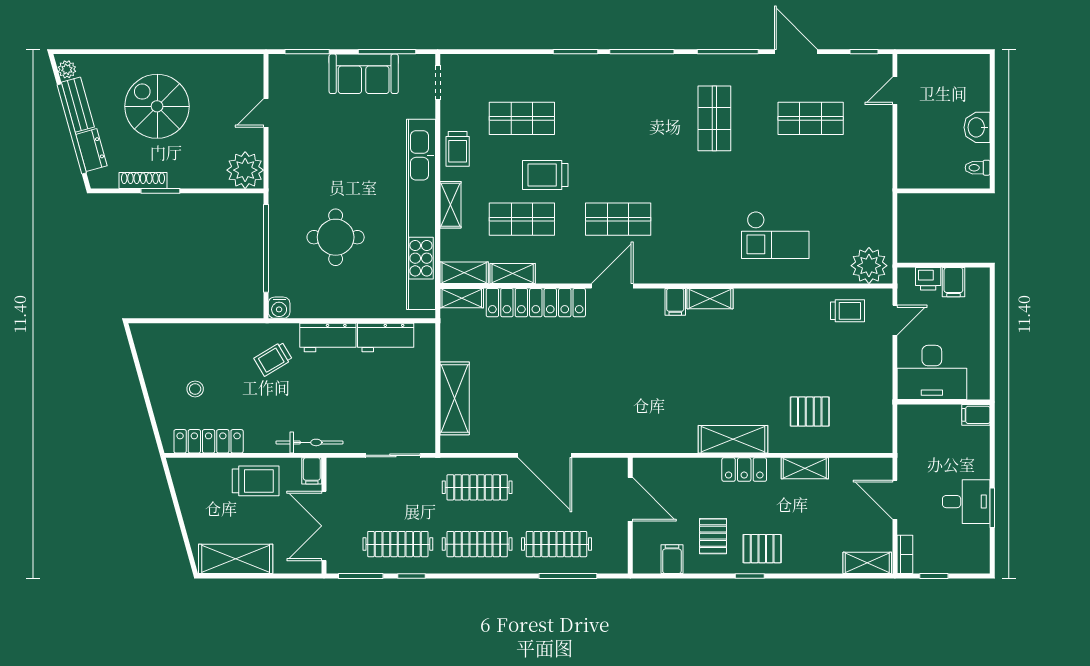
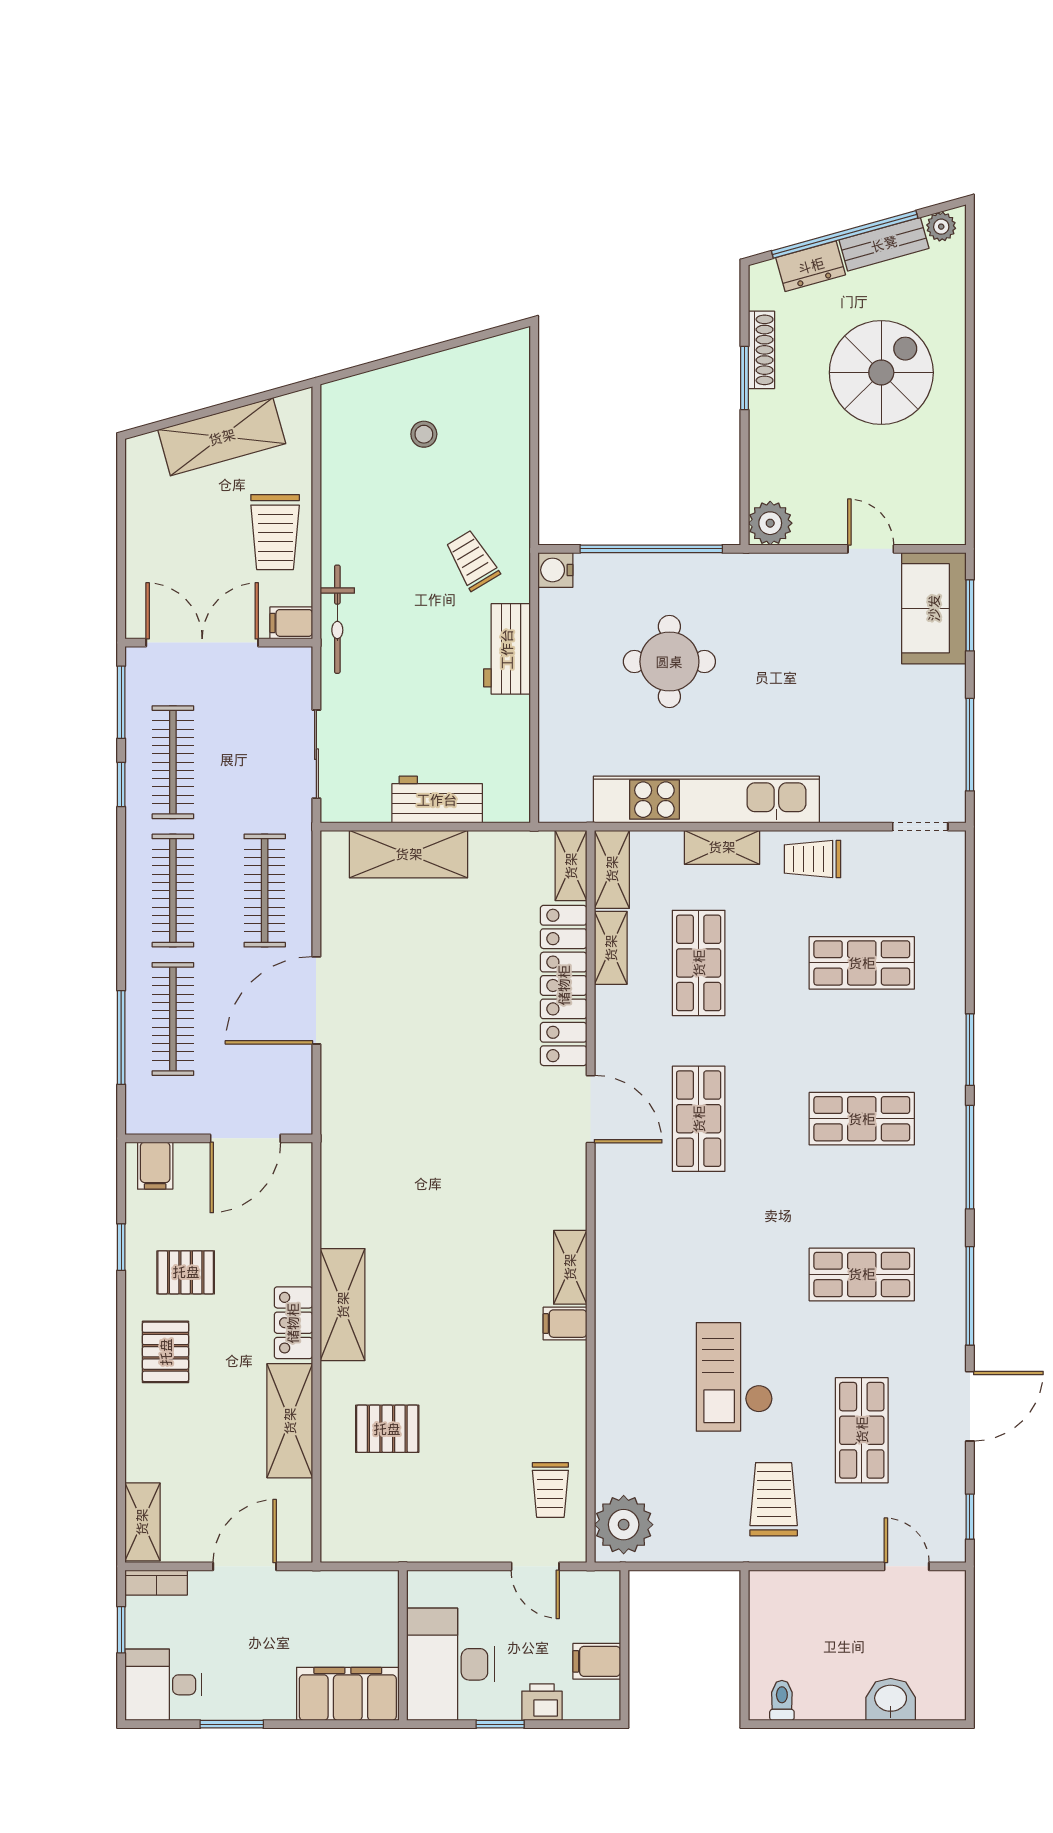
sofa: (364, 74) -> (934, 608), moved
shop shelf: (522, 118) -> (862, 963), turned 90
shop shelf: (618, 118) -> (862, 1119), added
washbasin: (977, 127) -> (891, 1699), moved
plant: (245, 170) -> (770, 523), width x0.73, depth x0.73
trolley: (545, 175) -> (774, 1499), moved
kitchen unit: (421, 214) -> (706, 800), width x0.73
checkout: (775, 235) -> (734, 1377), moved
printer: (928, 279) -> (542, 1702), moved, turned 90
filing cabinet: (675, 302) -> (565, 1324), moved
workbench: (386, 338) -> (437, 800), moved, turned 90
window: (992, 342) -> (500, 1724), added
desk: (932, 372) -> (451, 1664), moved
pallet: (810, 412) -> (387, 1429), turned 90
filing cabinet: (976, 415) -> (348, 1694), width x3.00, depth x1.17
locker: (209, 441) -> (339, 456), removed
shelving: (805, 468) -> (290, 1421), width x1.50, depth x1.33
desk: (966, 502) -> (163, 1685), moved, turned 90
shelving: (236, 559) -> (222, 437), moved, turned 74
filing cabinet: (672, 559) -> (155, 1166), moved, turned 90
window: (750, 576) -> (121, 1247), moved

